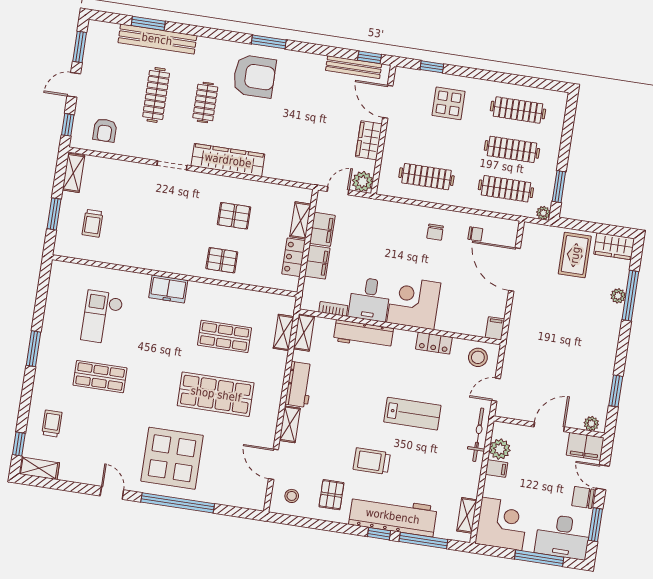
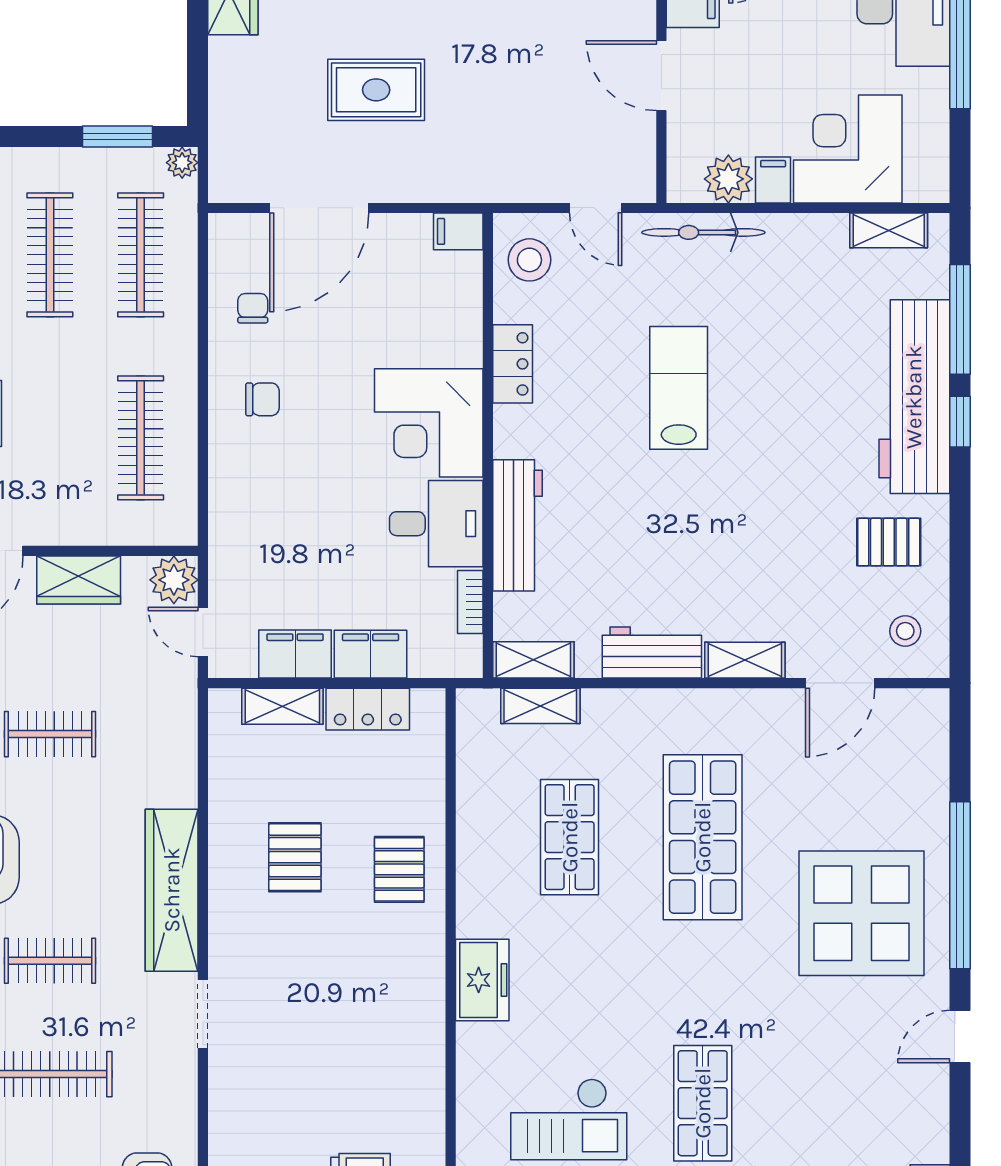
clothes rail: (304, 118) -> (50, 734), added
rug: (575, 255) -> (376, 90), moved
trolley: (372, 461) -> (799, 463), removed
corner desk: (502, 524) -> (848, 149), moved

